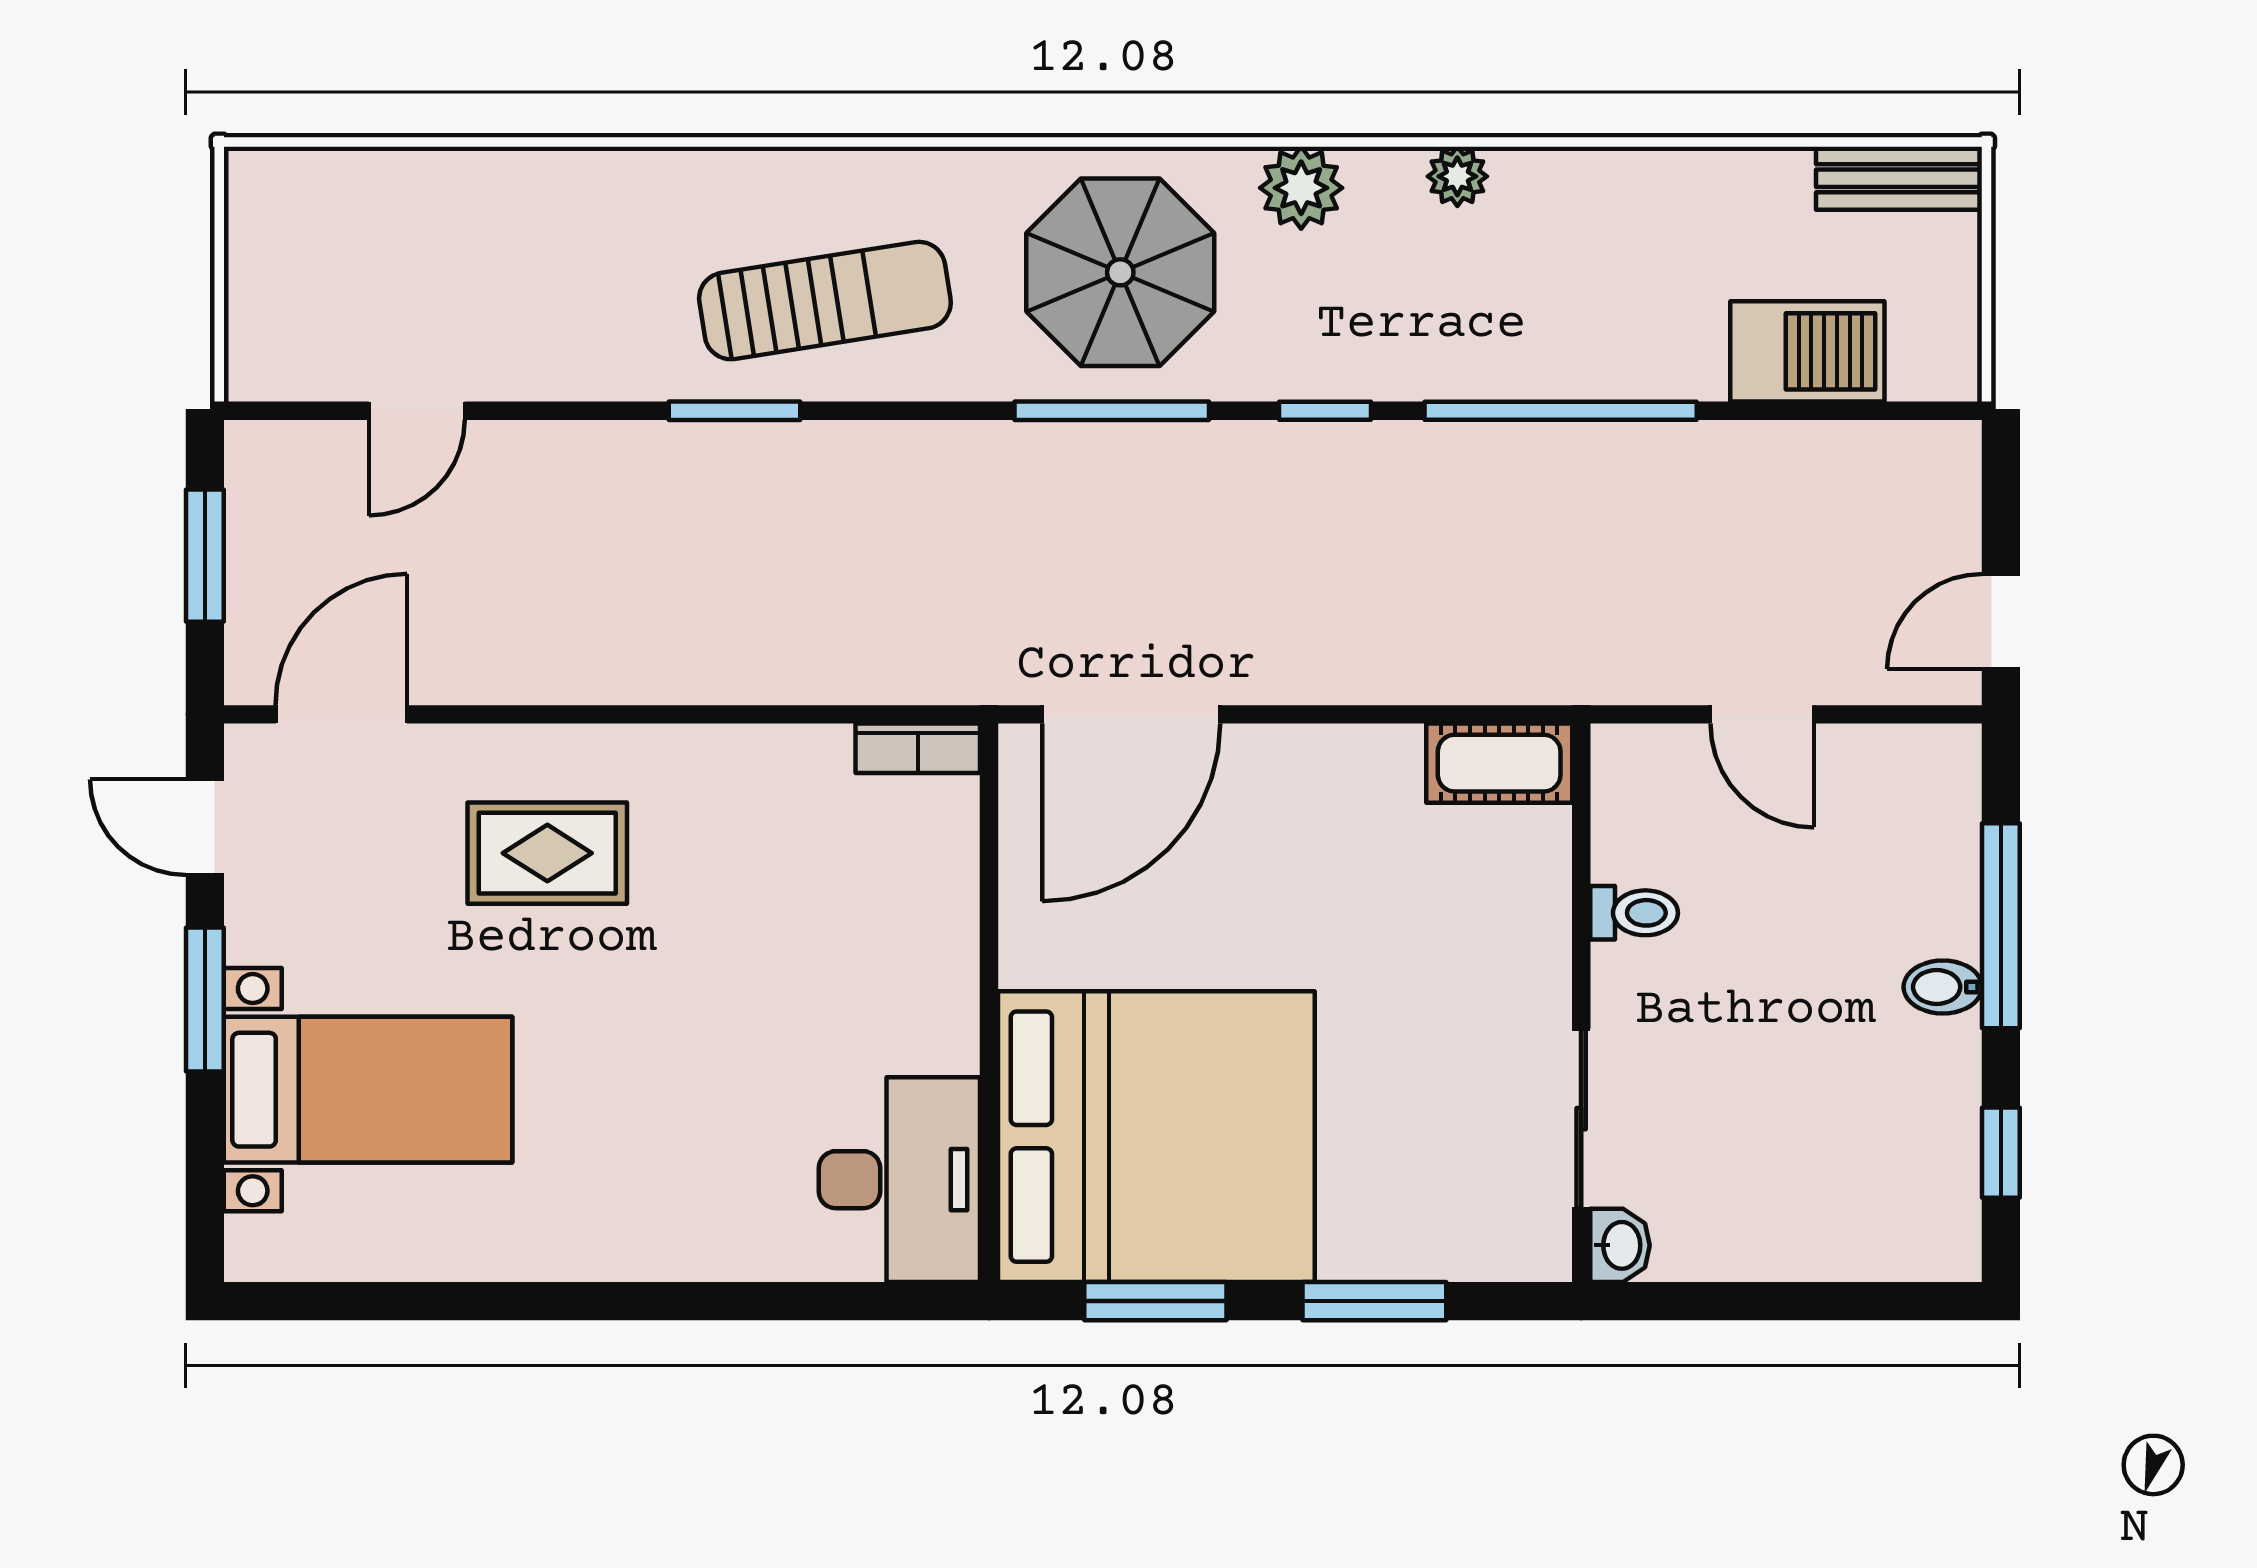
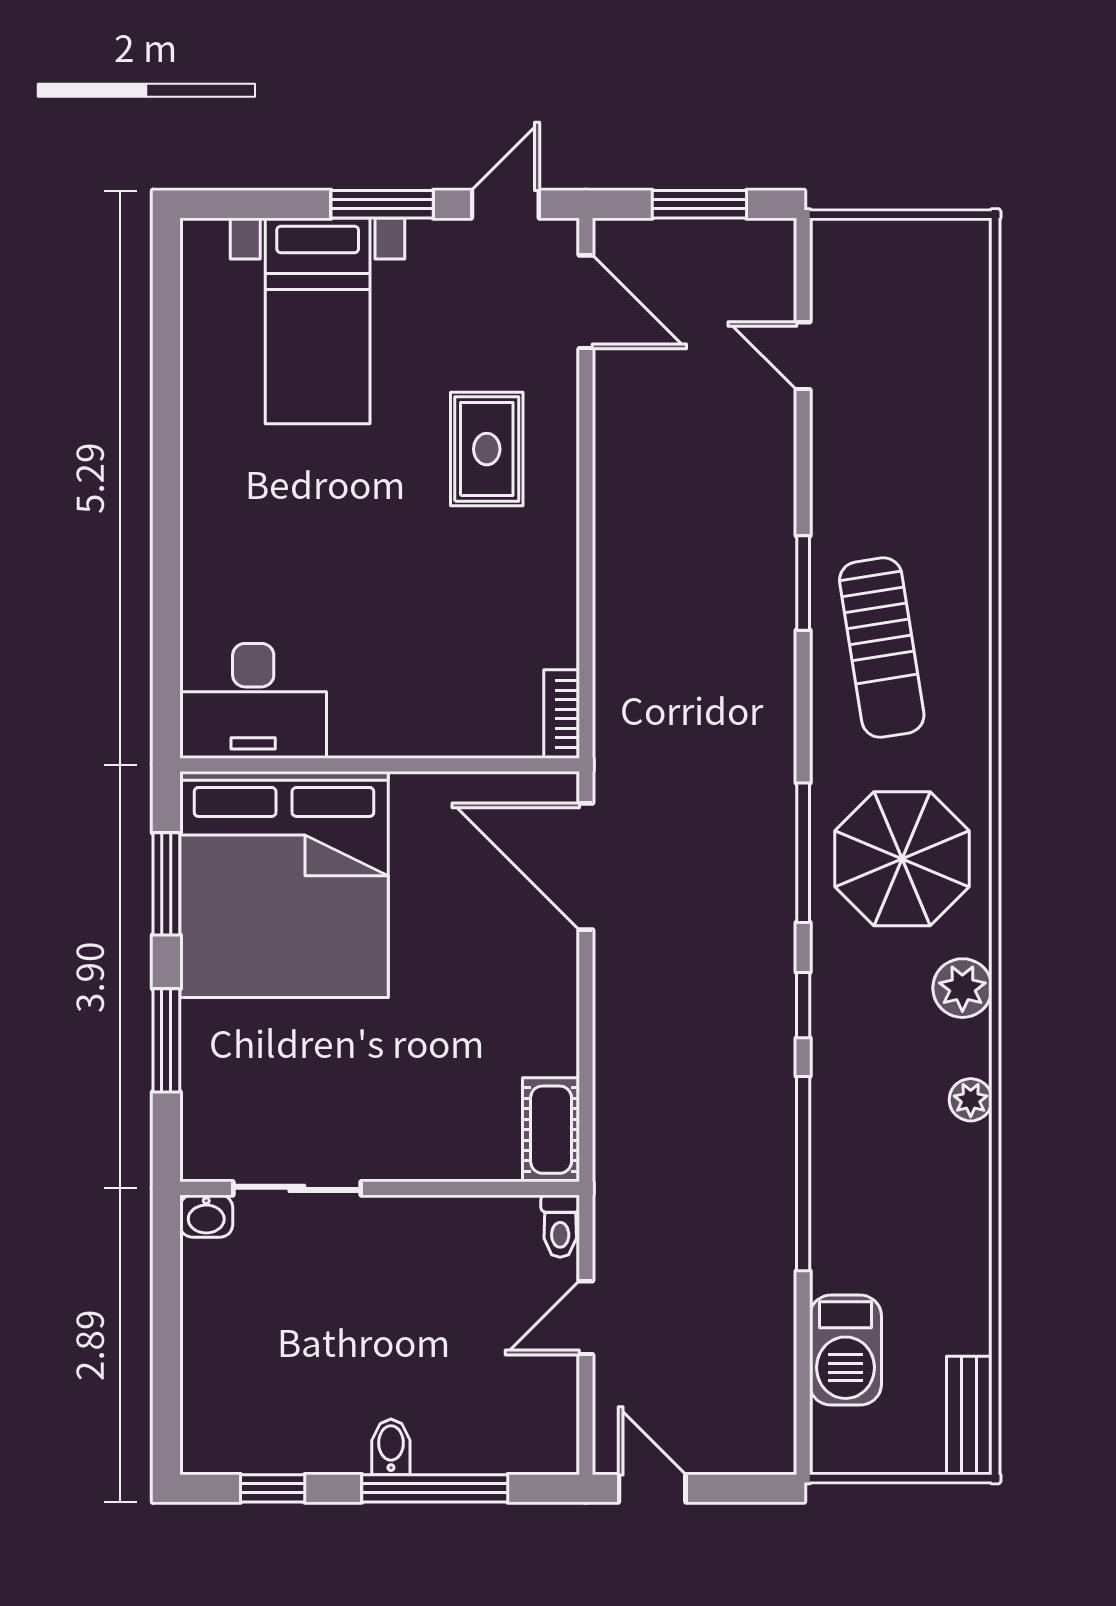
toilet: (1634, 913) -> (560, 1226), moved

